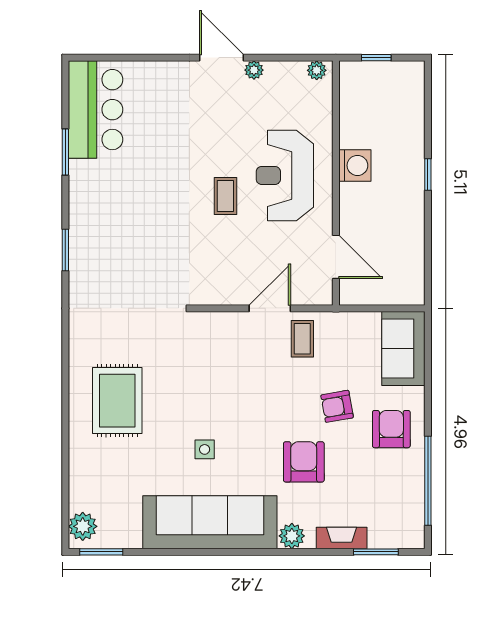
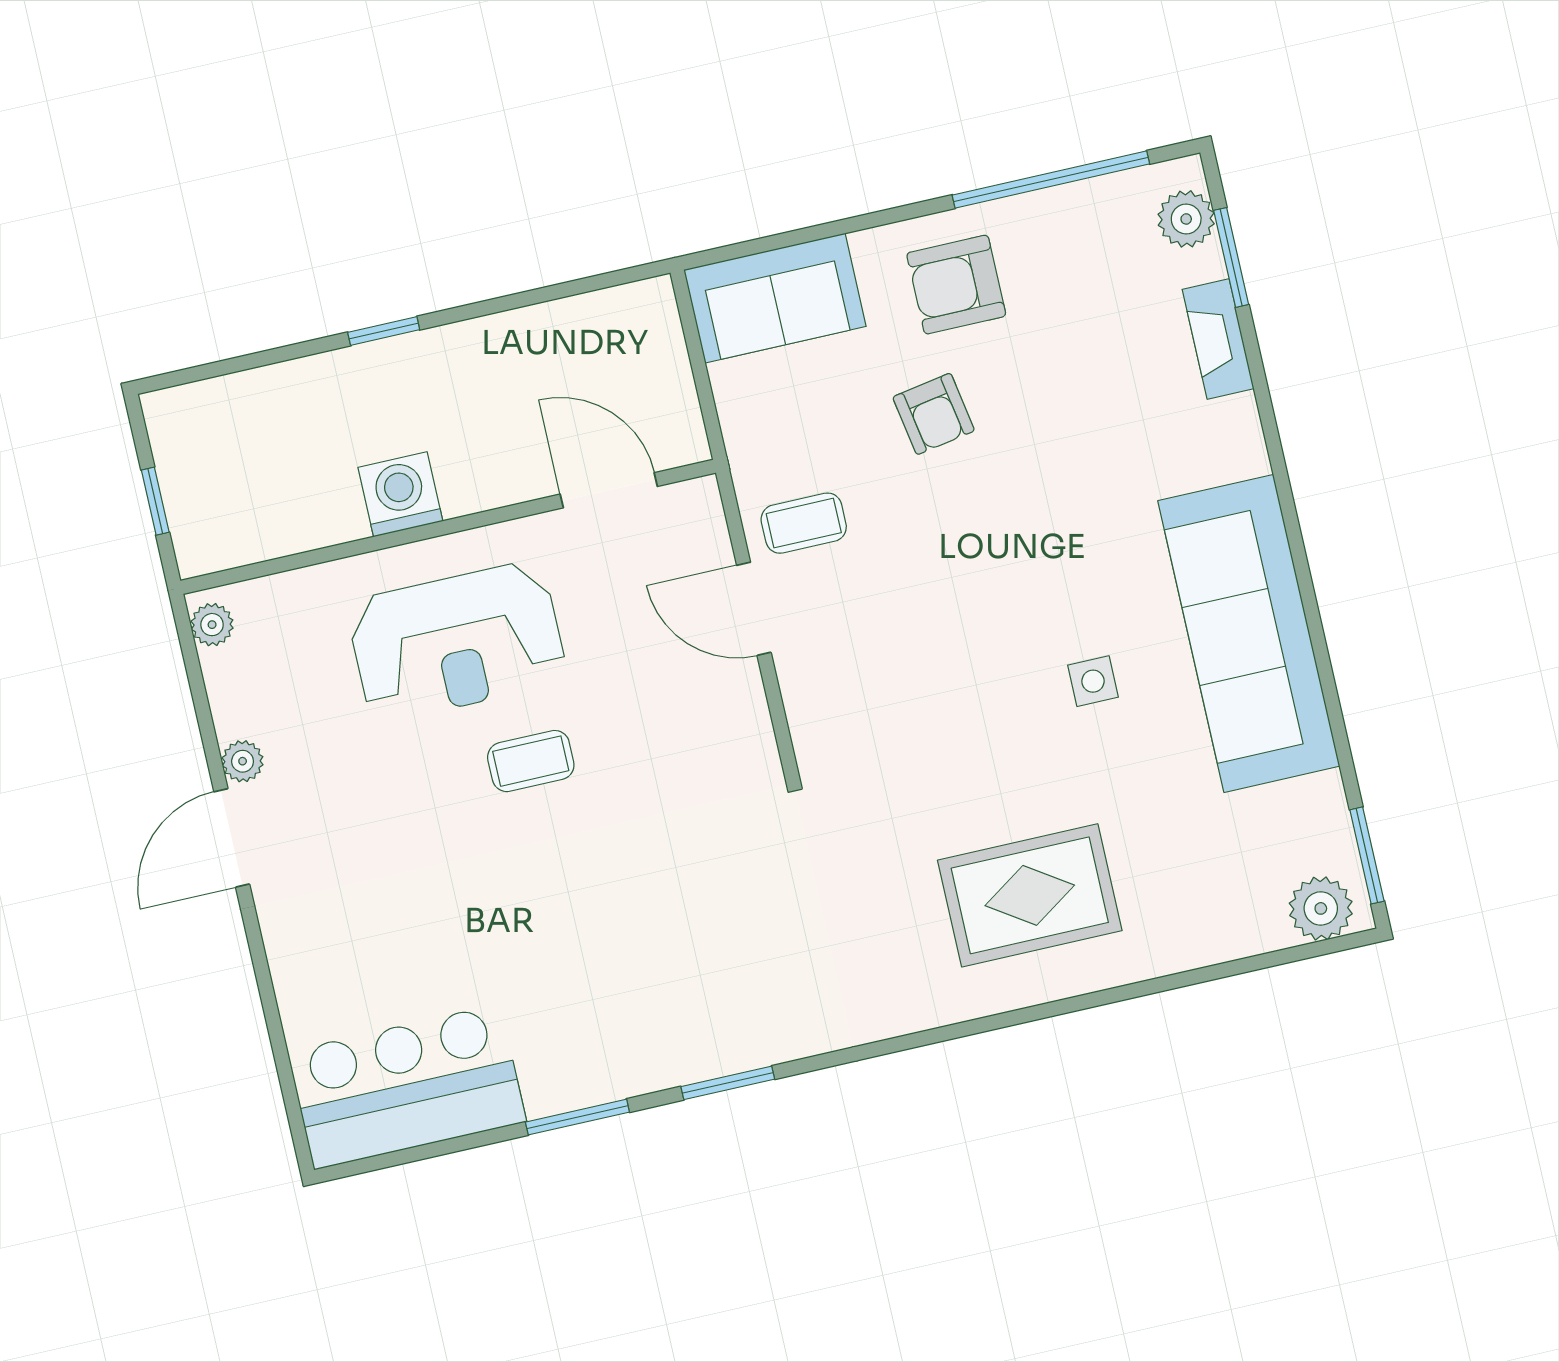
window: (65, 152) -> (577, 1117), moved
door: (336, 257) -> (609, 490), hinge flipped
armchair: (304, 462) -> (1071, 459), removed
plant: (292, 536) -> (1186, 219), moved

